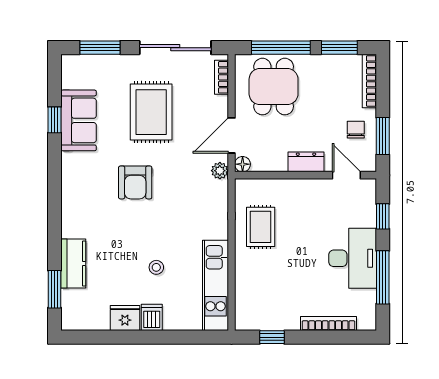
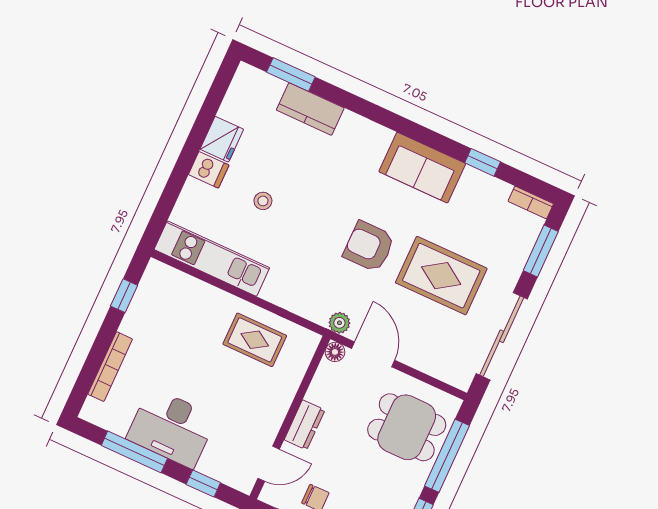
bookcase: (221, 77) -> (531, 203), moved, turned 180
sofa: (79, 120) -> (422, 168), moved
armchair: (135, 182) -> (369, 246), moved

